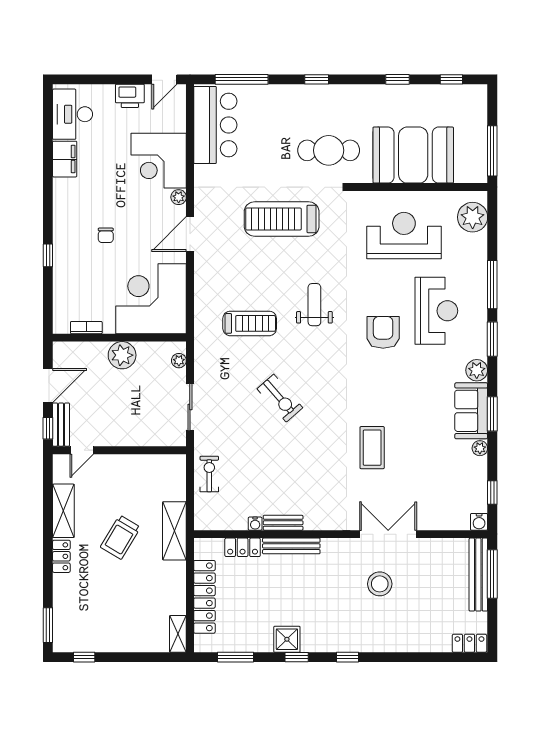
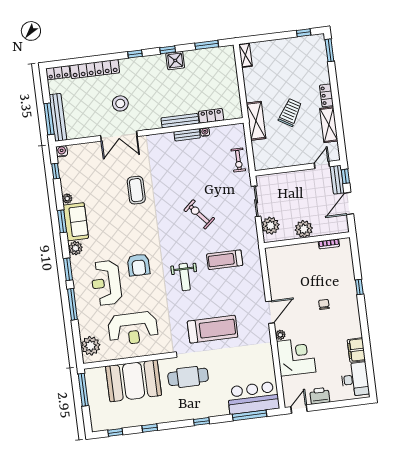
bar counter: (215, 125) -> (253, 398), moved, turned 90
corner desk: (151, 299) -> (290, 268), removed
plant: (179, 361) -> (271, 226), width x1.88, depth x1.88
locker: (204, 597) -> (95, 69), moved, turned -90

